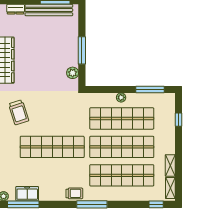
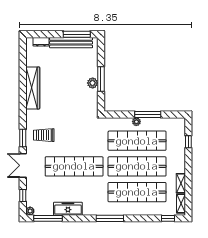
plant: (73, 73) -> (93, 83), moved
window: (150, 89) -> (148, 114), moved
trolley: (19, 112) -> (44, 135), turned 108
trolley: (74, 193) -> (94, 208), removed
freezer: (27, 194) -> (68, 209), moved, width x1.40

